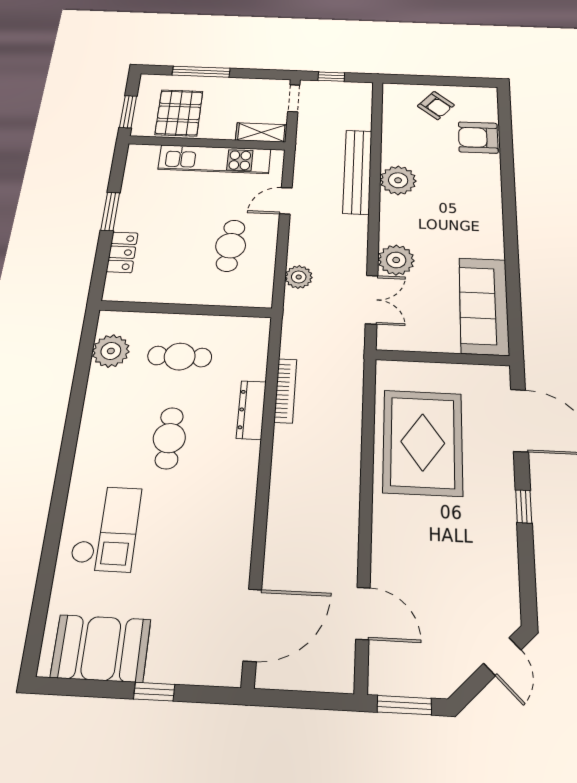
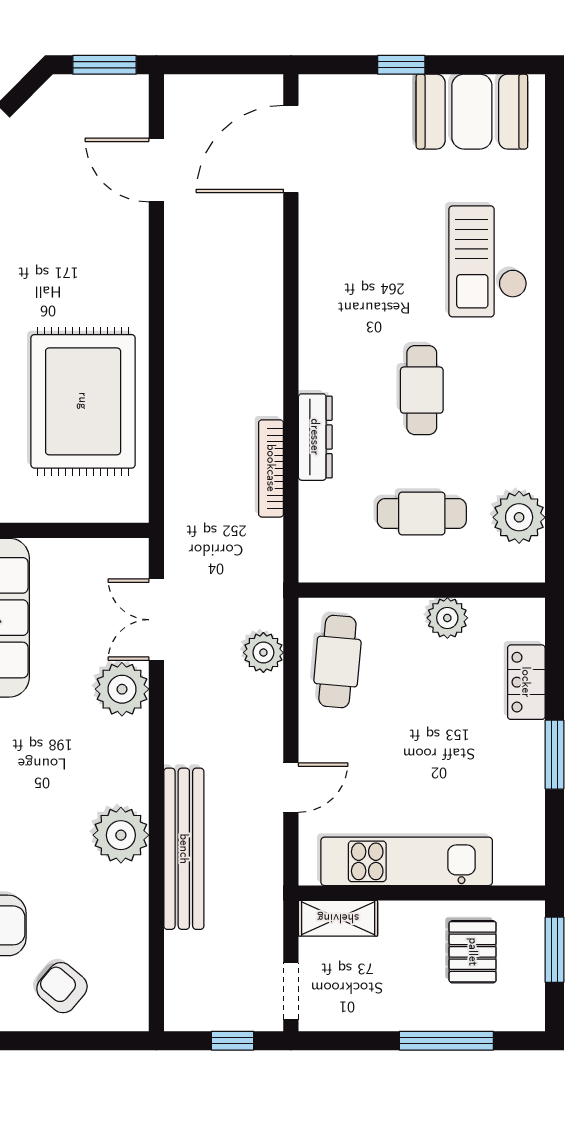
pallet: (179, 113) -> (473, 952), width x0.67, depth x0.71
cafe table: (231, 246) -> (337, 662), moved
plant: (170, 292) -> (447, 618), added

